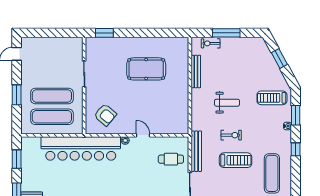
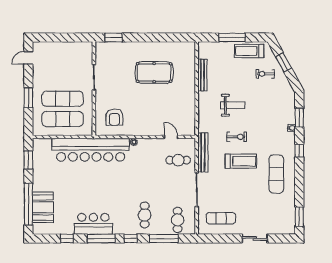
exercise bike: (211, 43) -> (265, 74), moved
treadmill: (272, 98) -> (249, 51), moved
armchair: (105, 115) -> (114, 117), turned 50
door: (143, 135) -> (171, 137), moved

